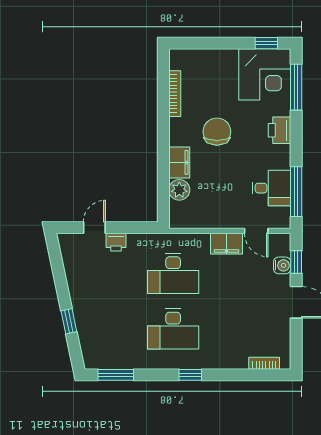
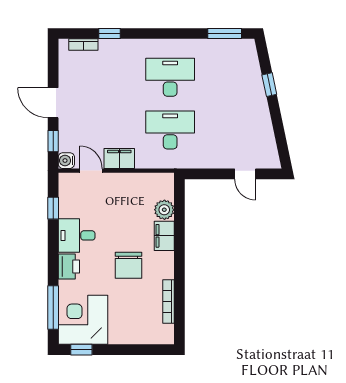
desk: (271, 188) -> (77, 235), moved
window: (296, 192) -> (53, 208), width x0.46
door: (94, 228) -> (245, 174), hinge flipped
printer: (116, 242) -> (225, 160), removed
water cooler: (282, 265) -> (66, 161), moved
window: (190, 375) -> (109, 34), moved

